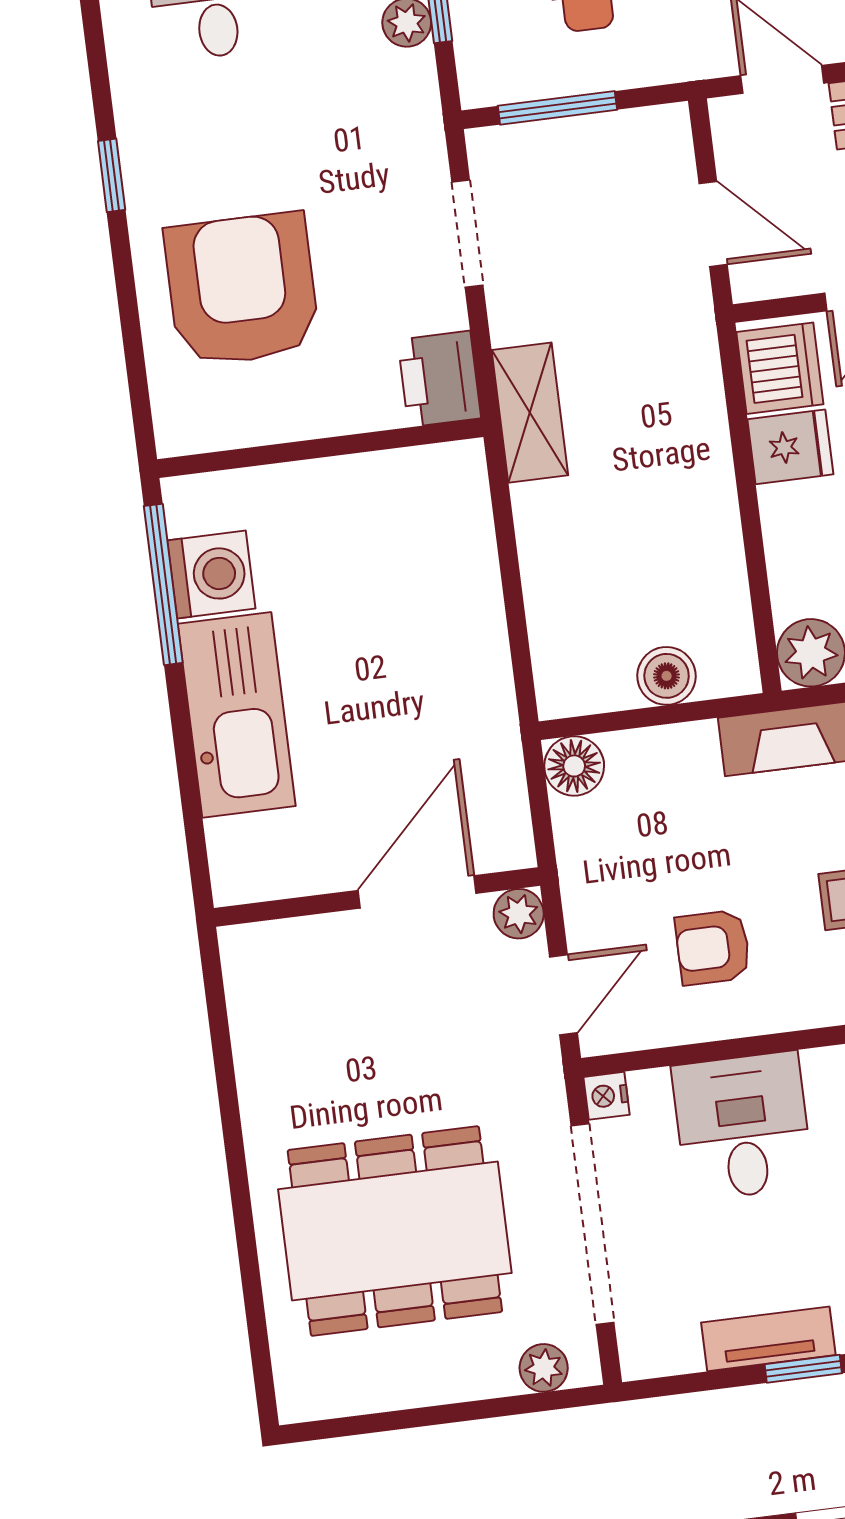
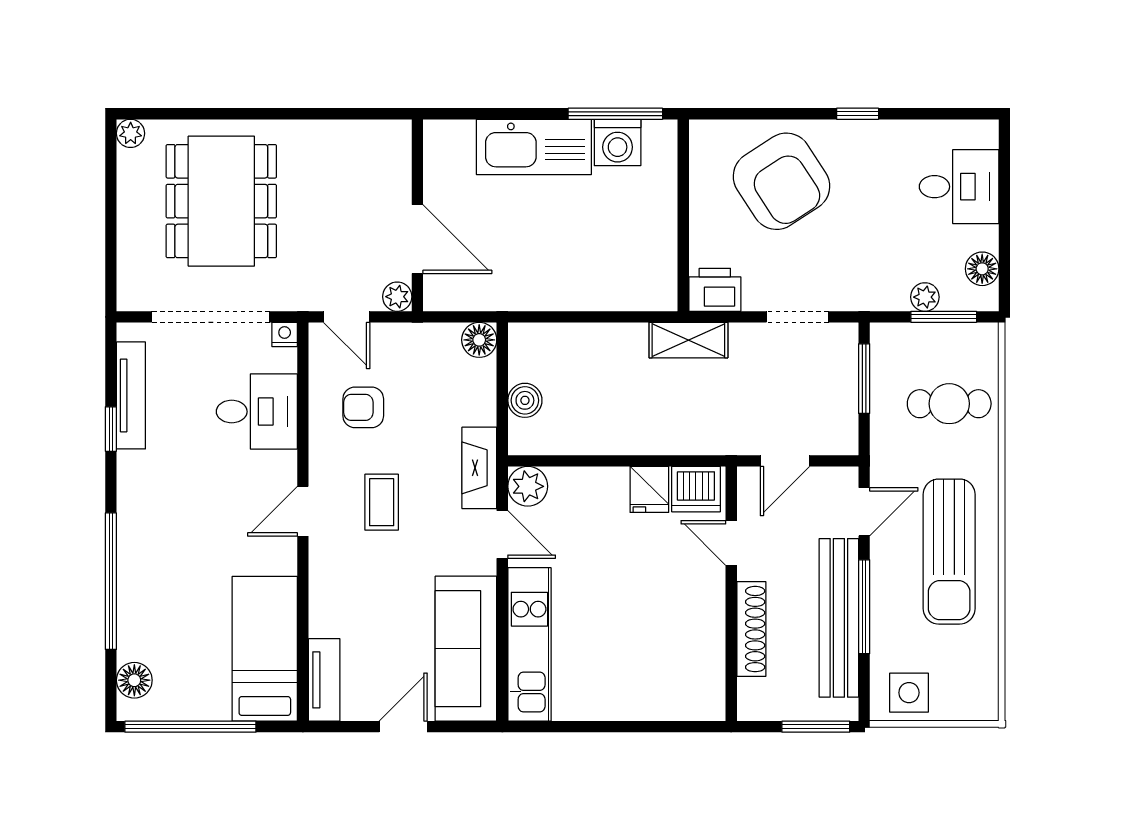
armchair: (242, 289) -> (781, 181), turned 57
armchair: (713, 947) -> (363, 407), turned -90
tv unit: (768, 1339) -> (131, 395), width x1.41
plant: (544, 1368) -> (131, 133), moved

